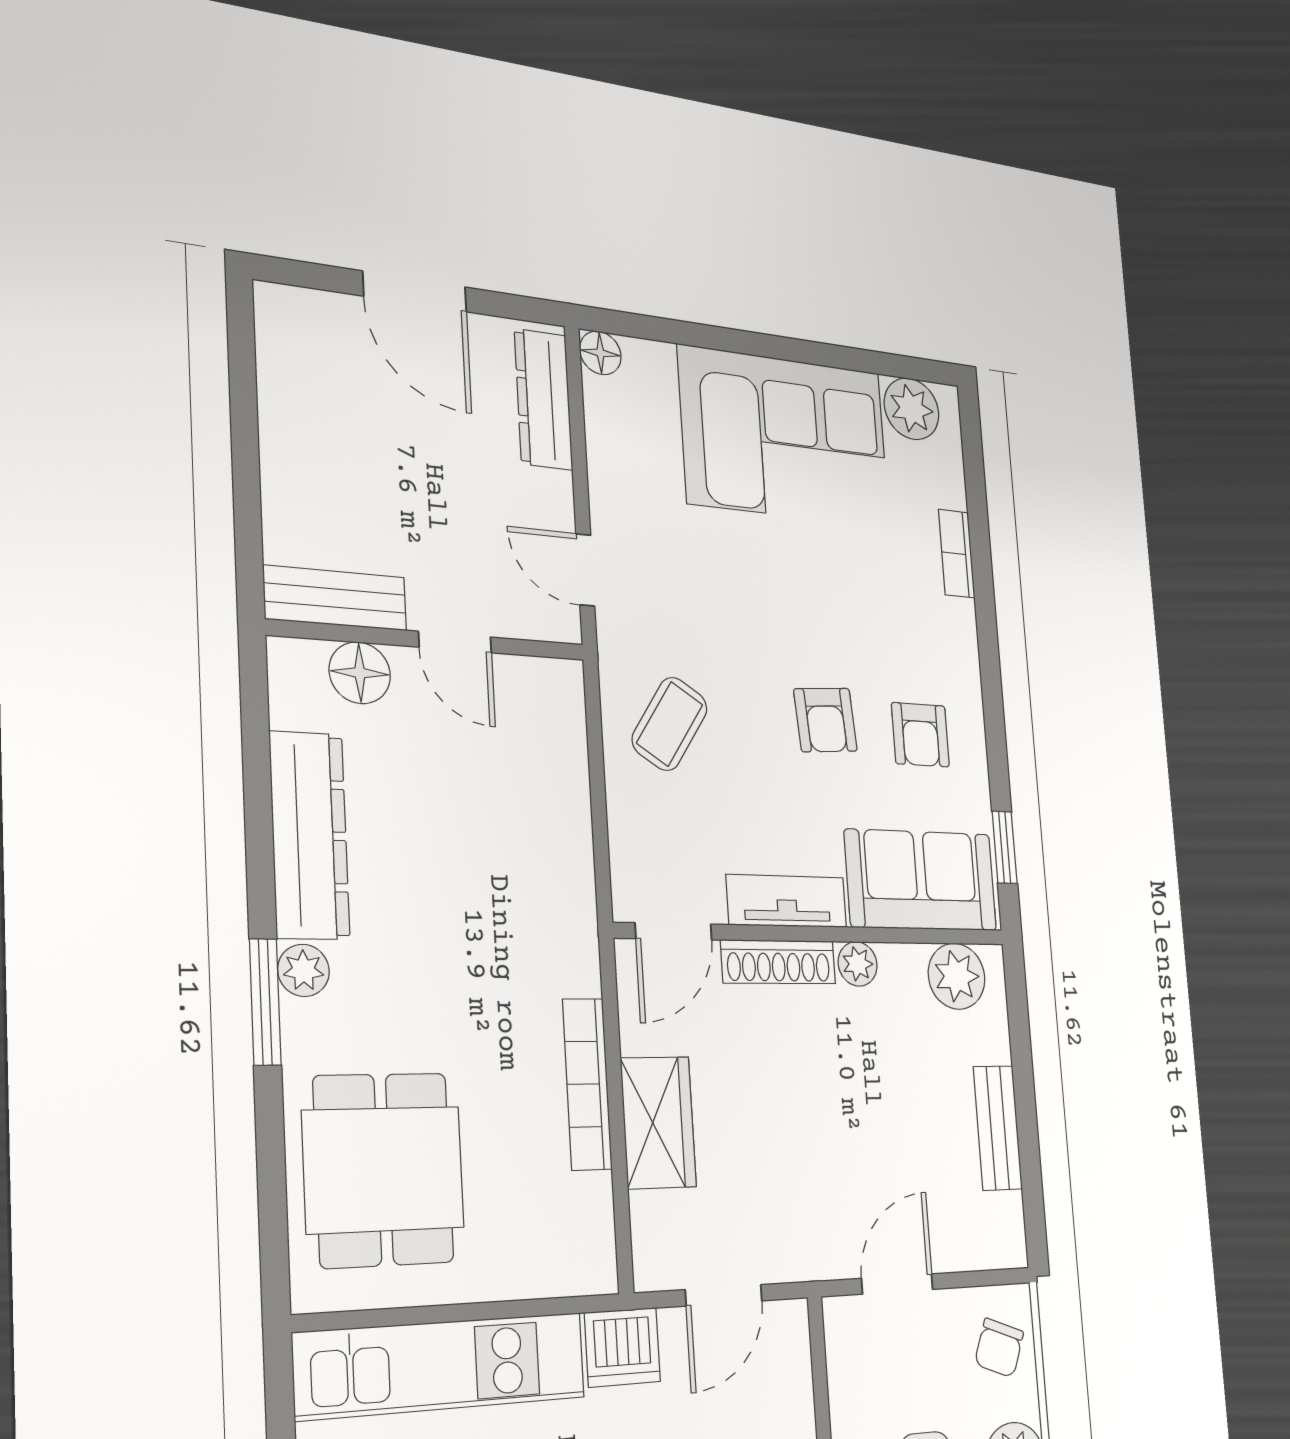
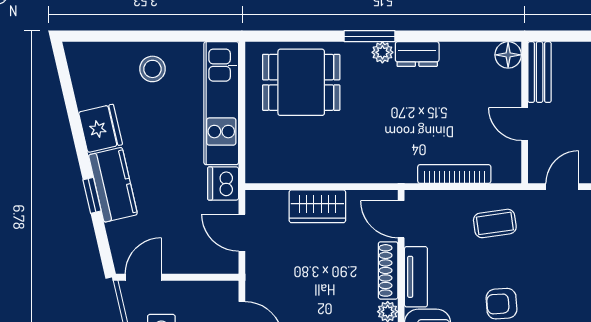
door: (455, 642) -> (525, 124), hinge flipped
floor lamp: (360, 673) -> (508, 55), moved
coffee table: (670, 724) -> (495, 223), turned -41
dresser: (309, 835) -> (417, 54), width x0.51, depth x0.80
bookcase: (587, 1084) -> (454, 174), moved

